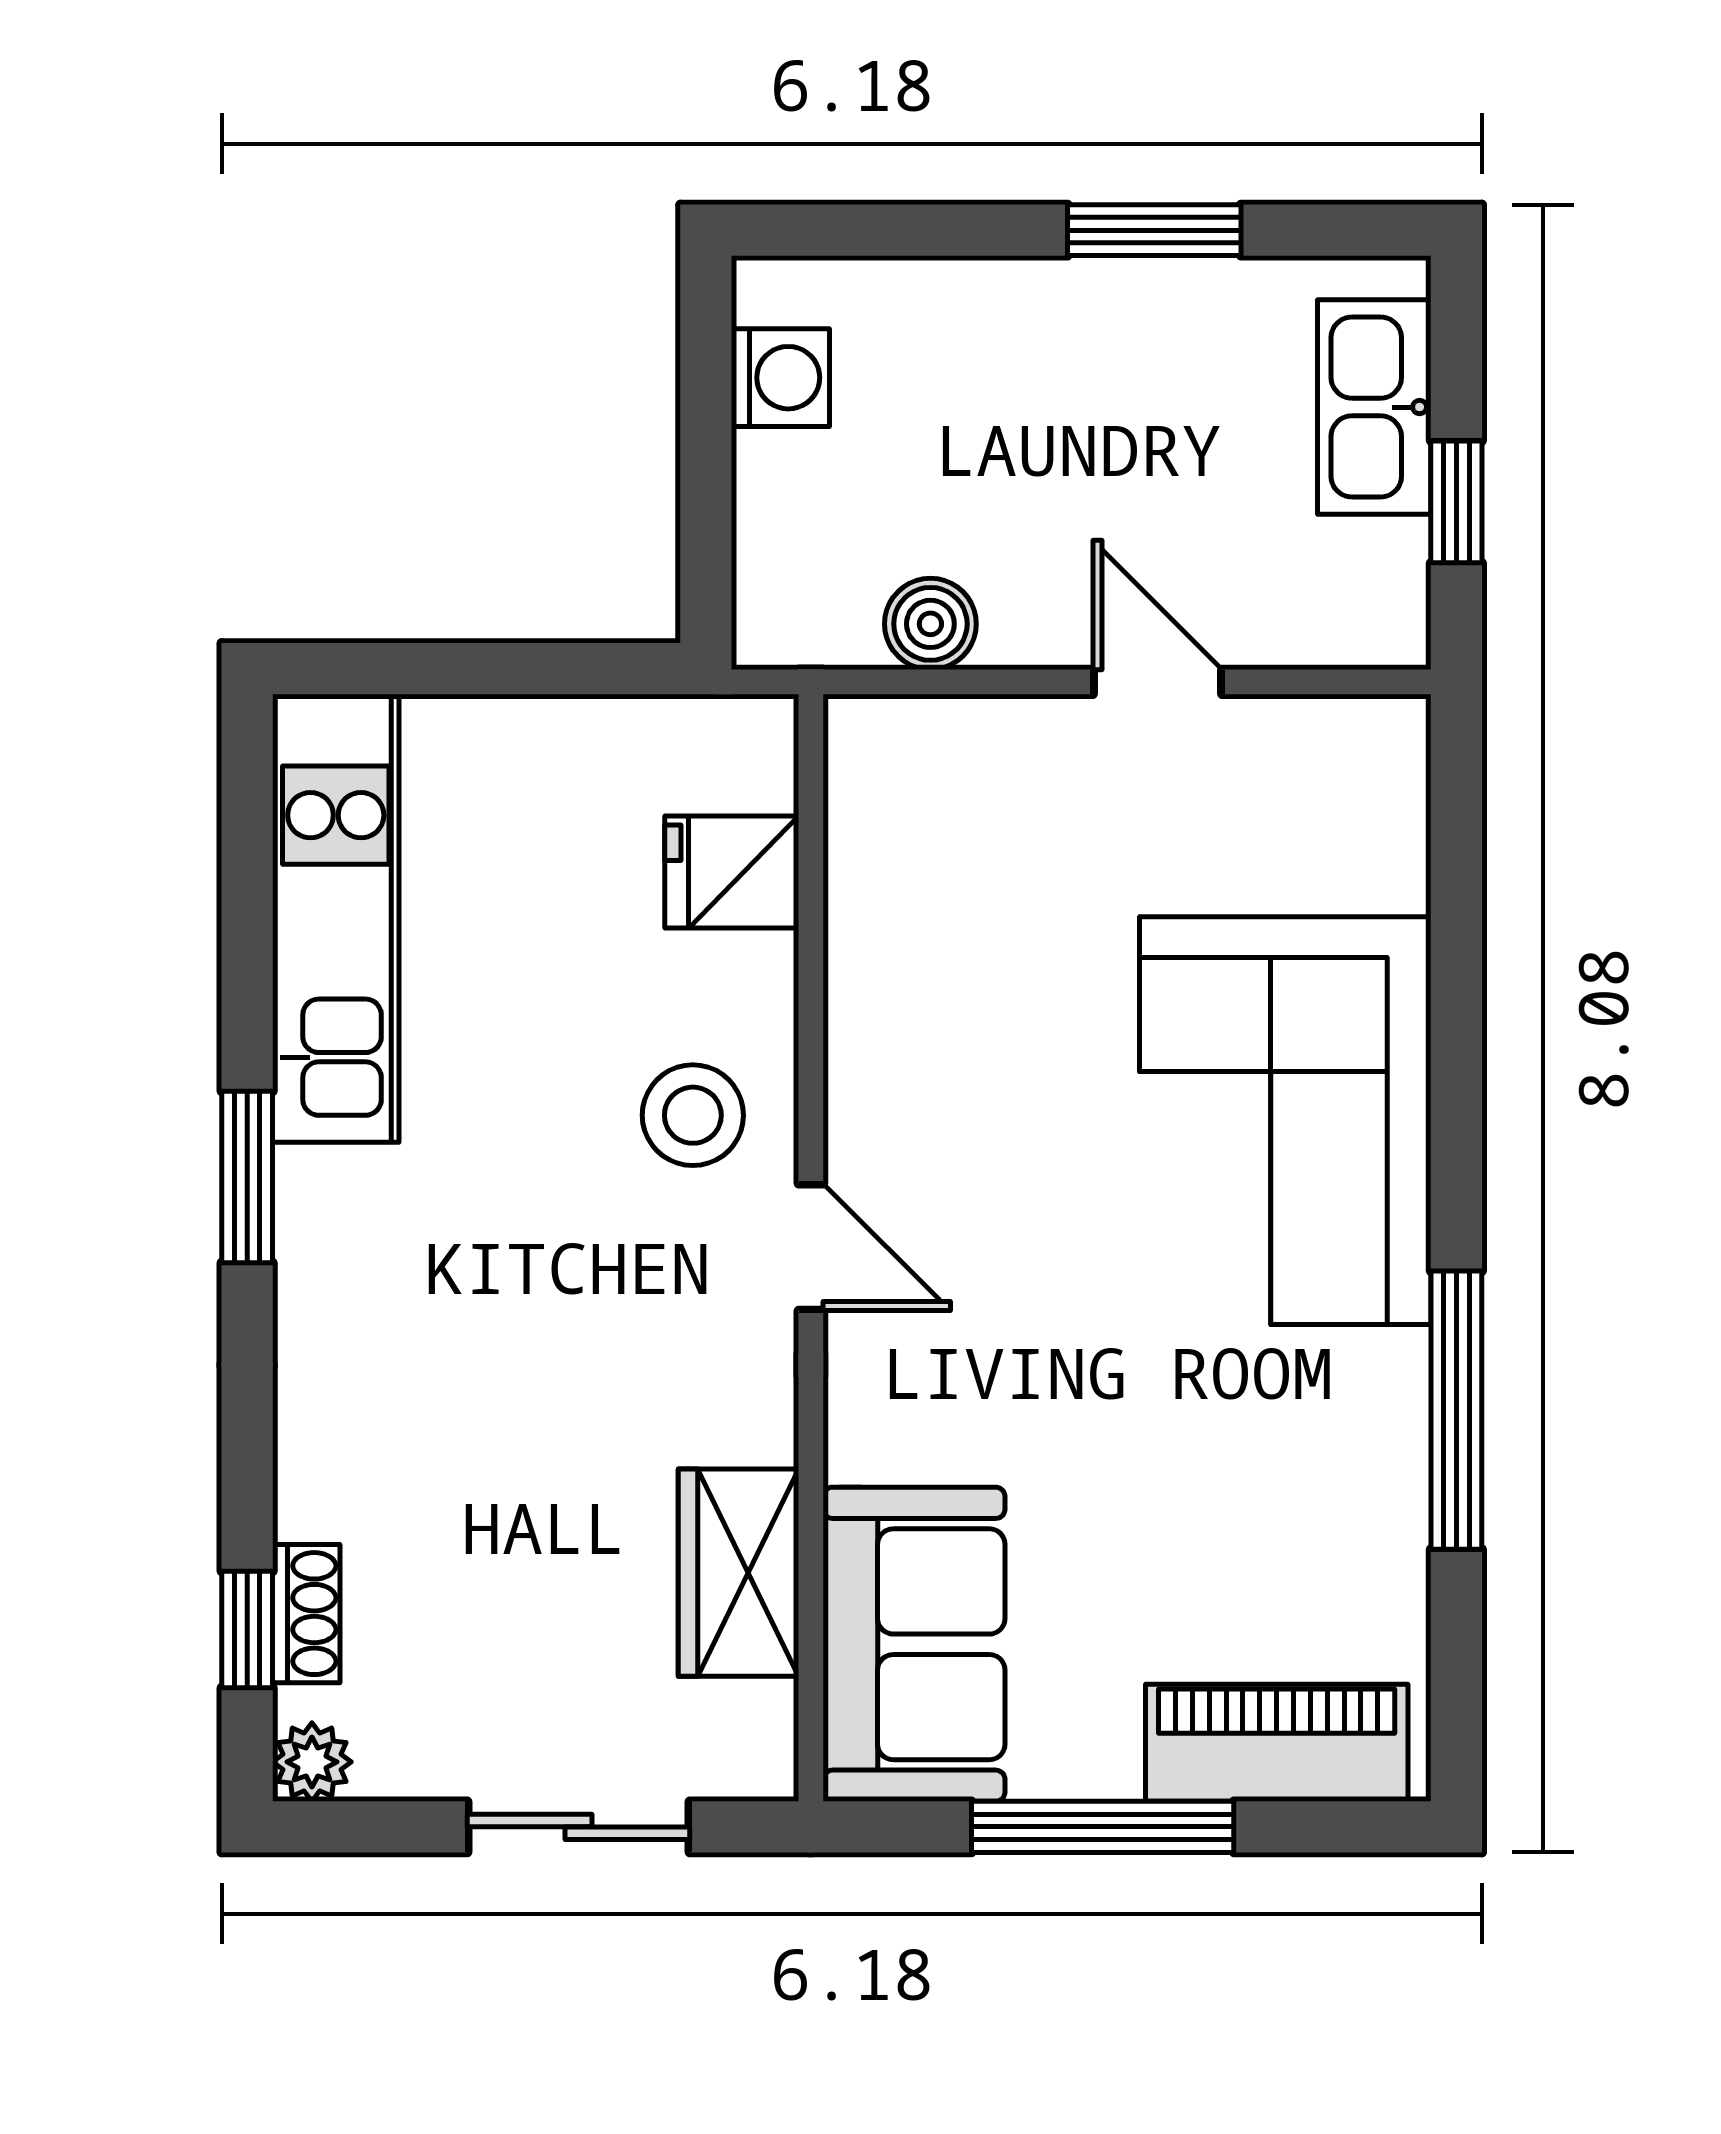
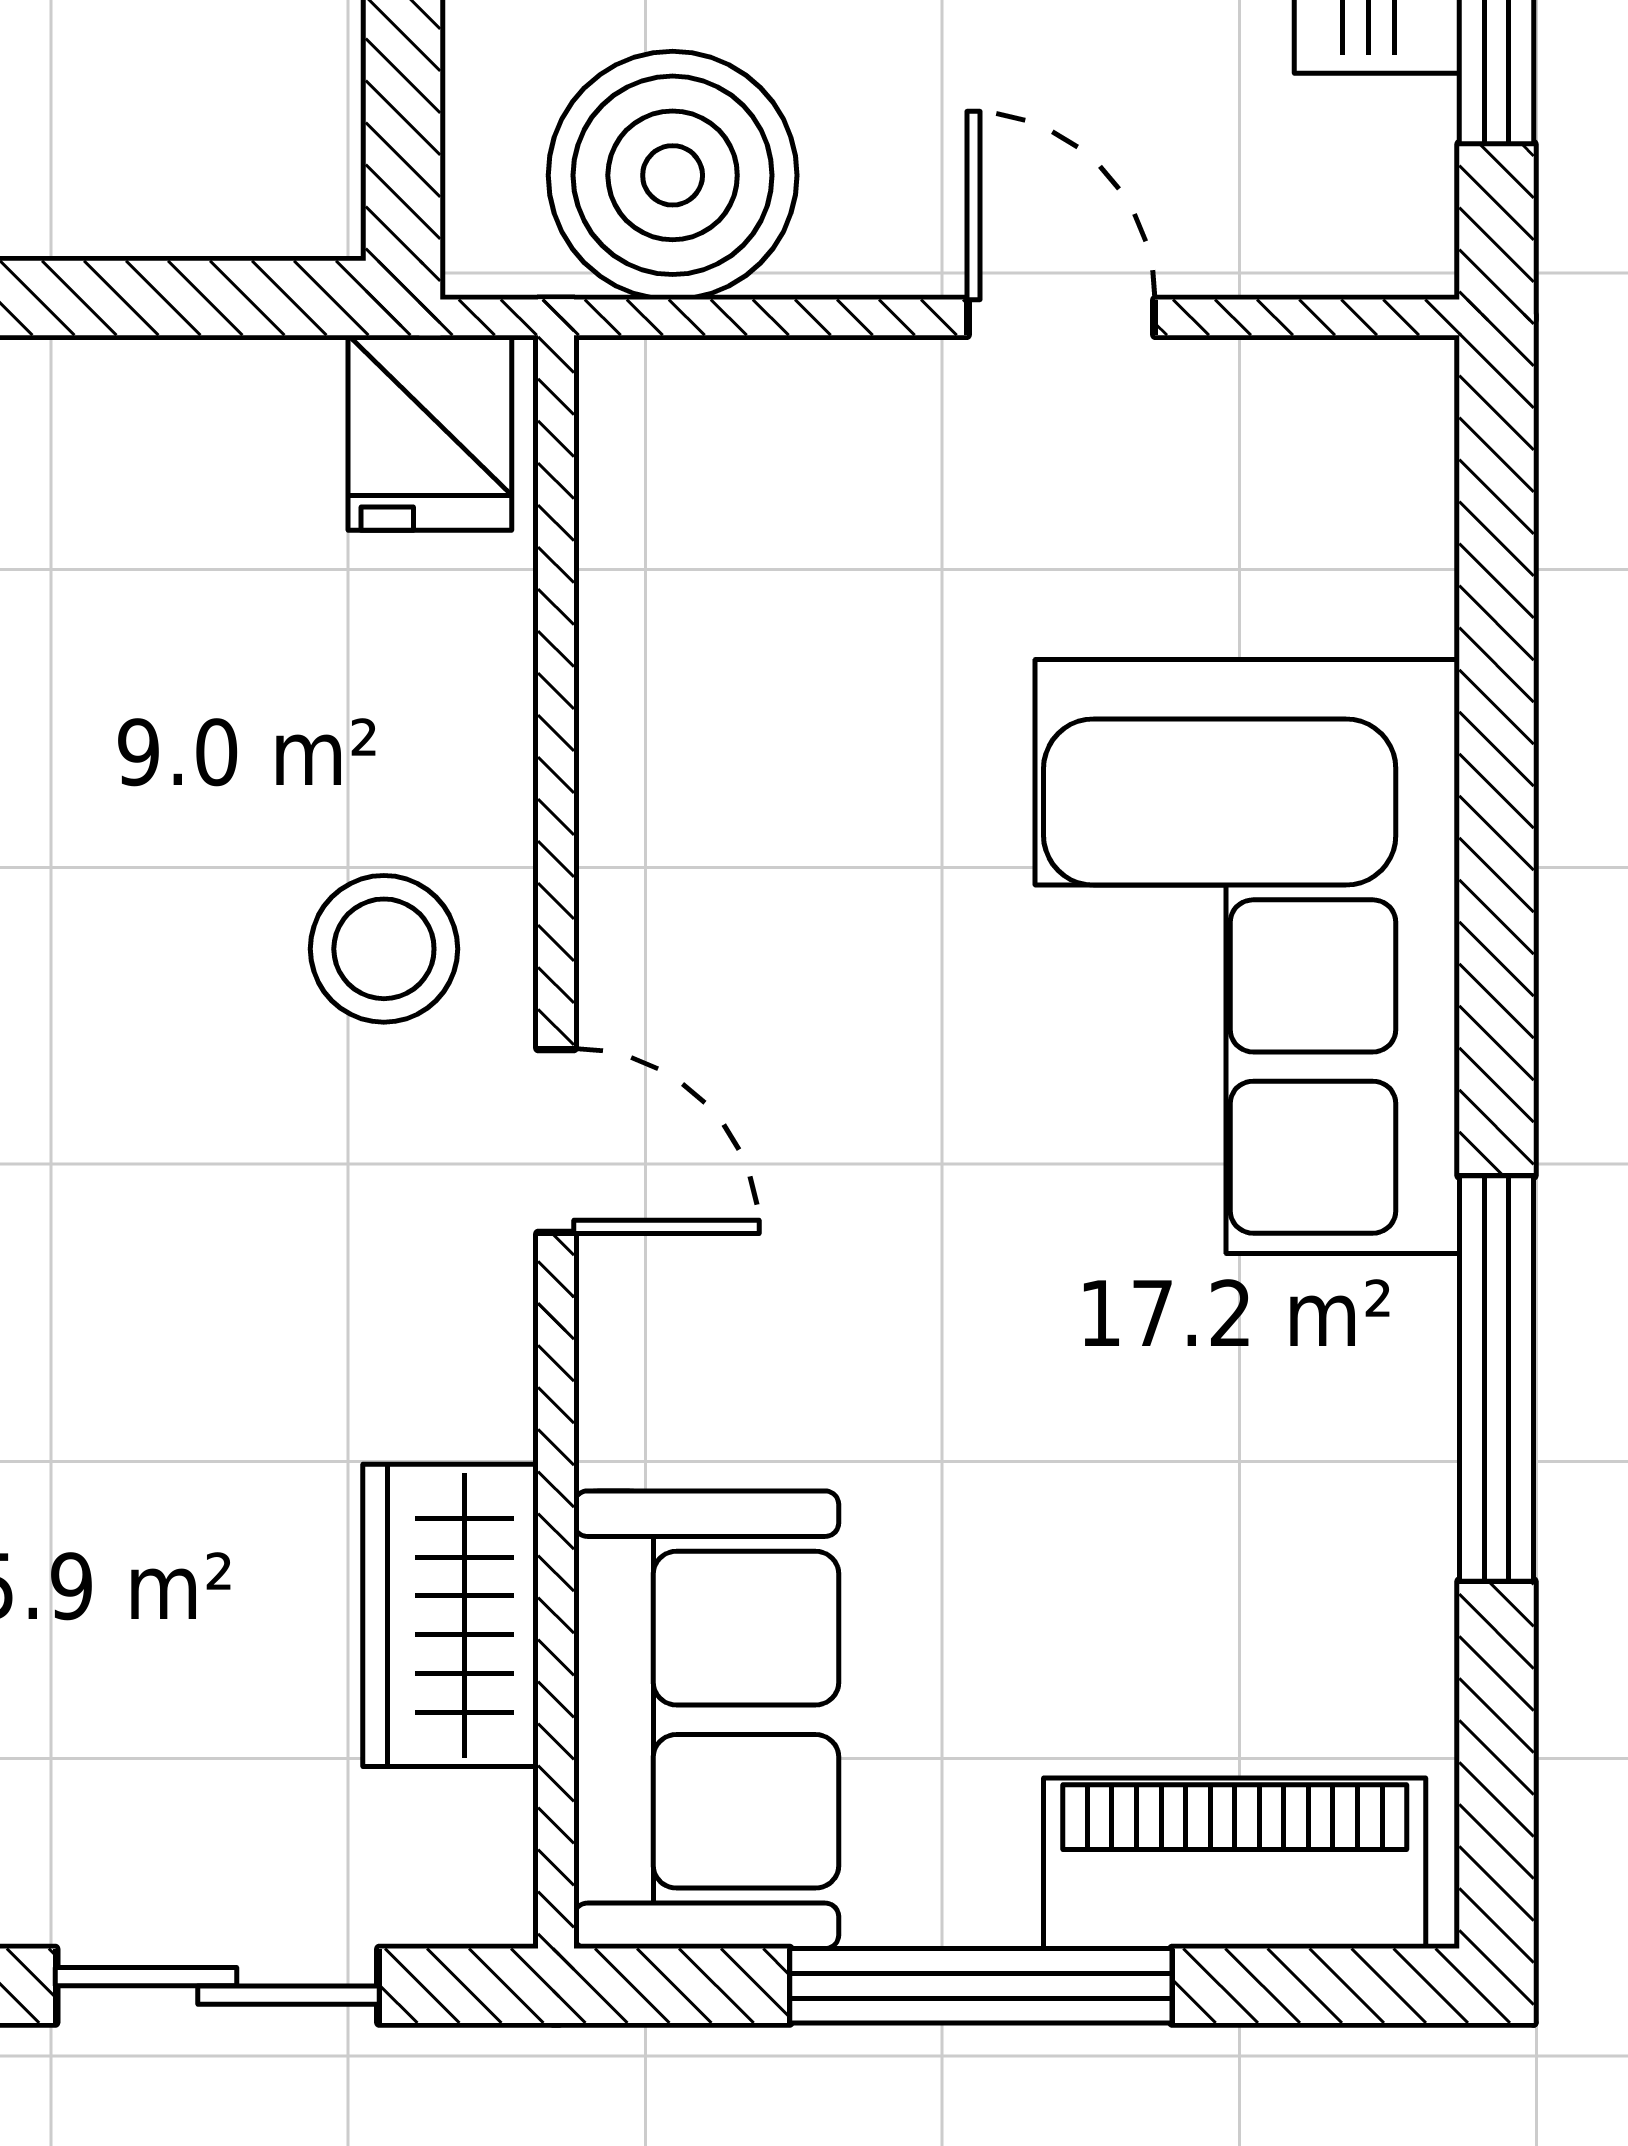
boiler: (930, 624) -> (673, 175), width x1.86, depth x1.86
fridge: (732, 872) -> (430, 433), moved, turned -90

